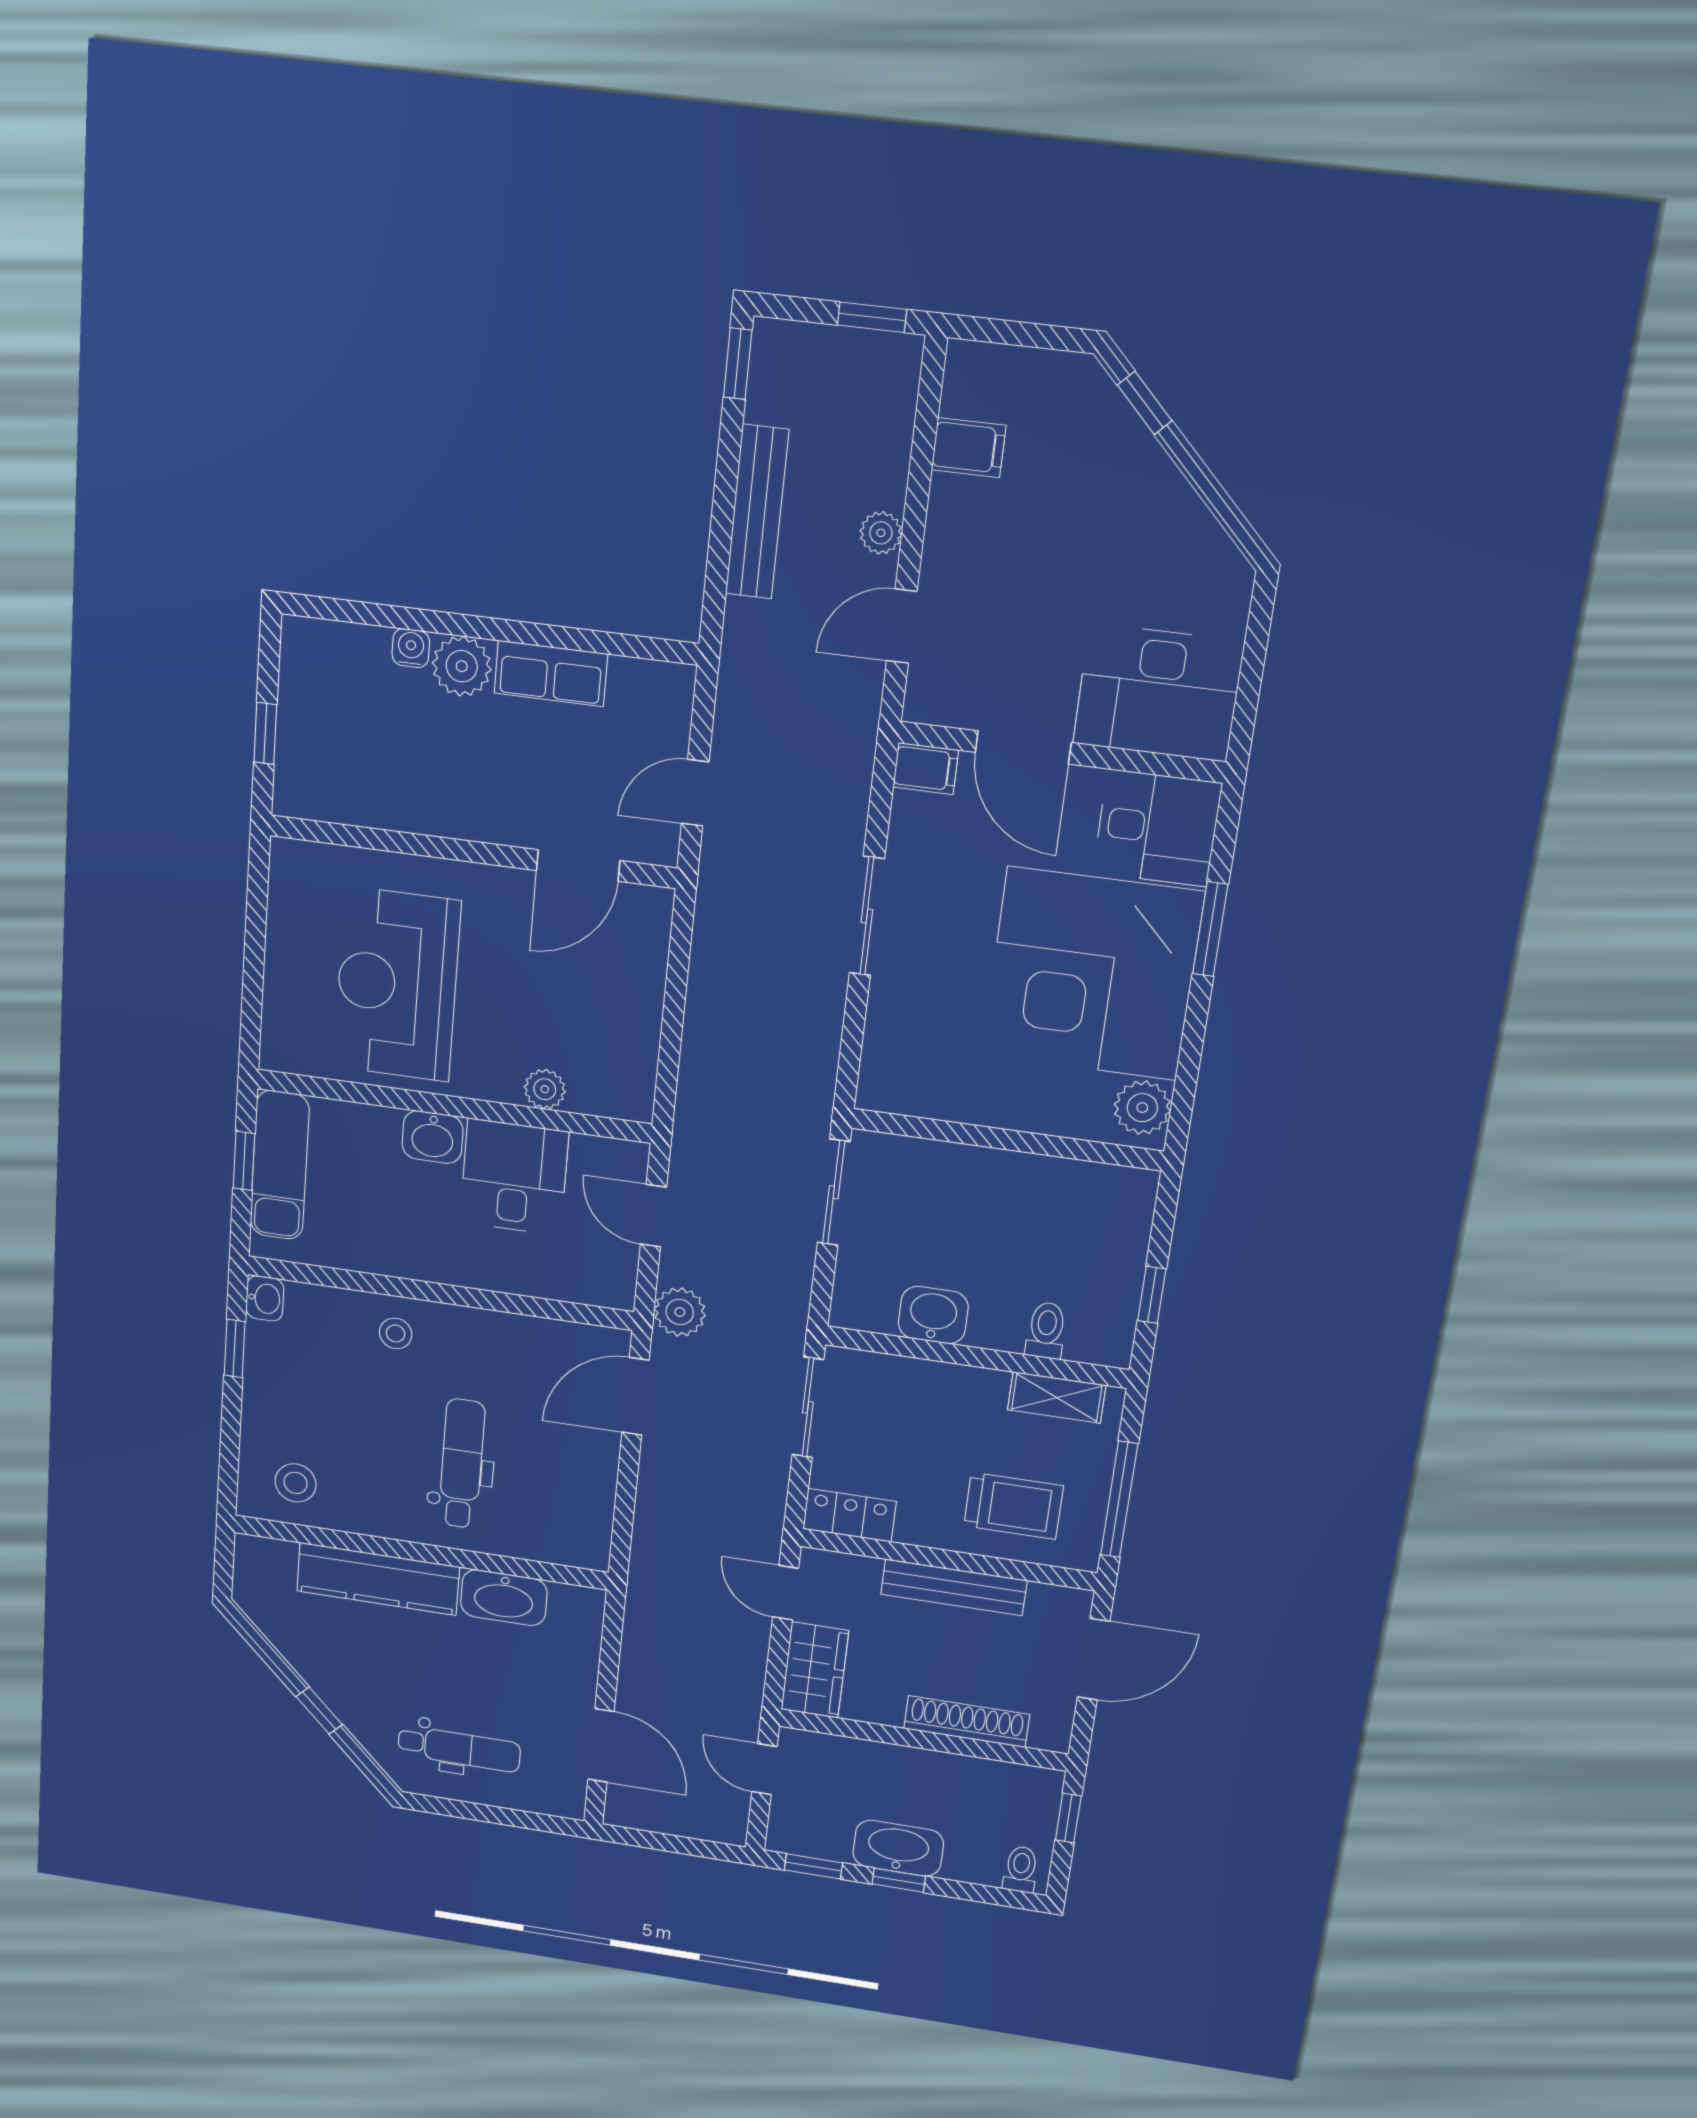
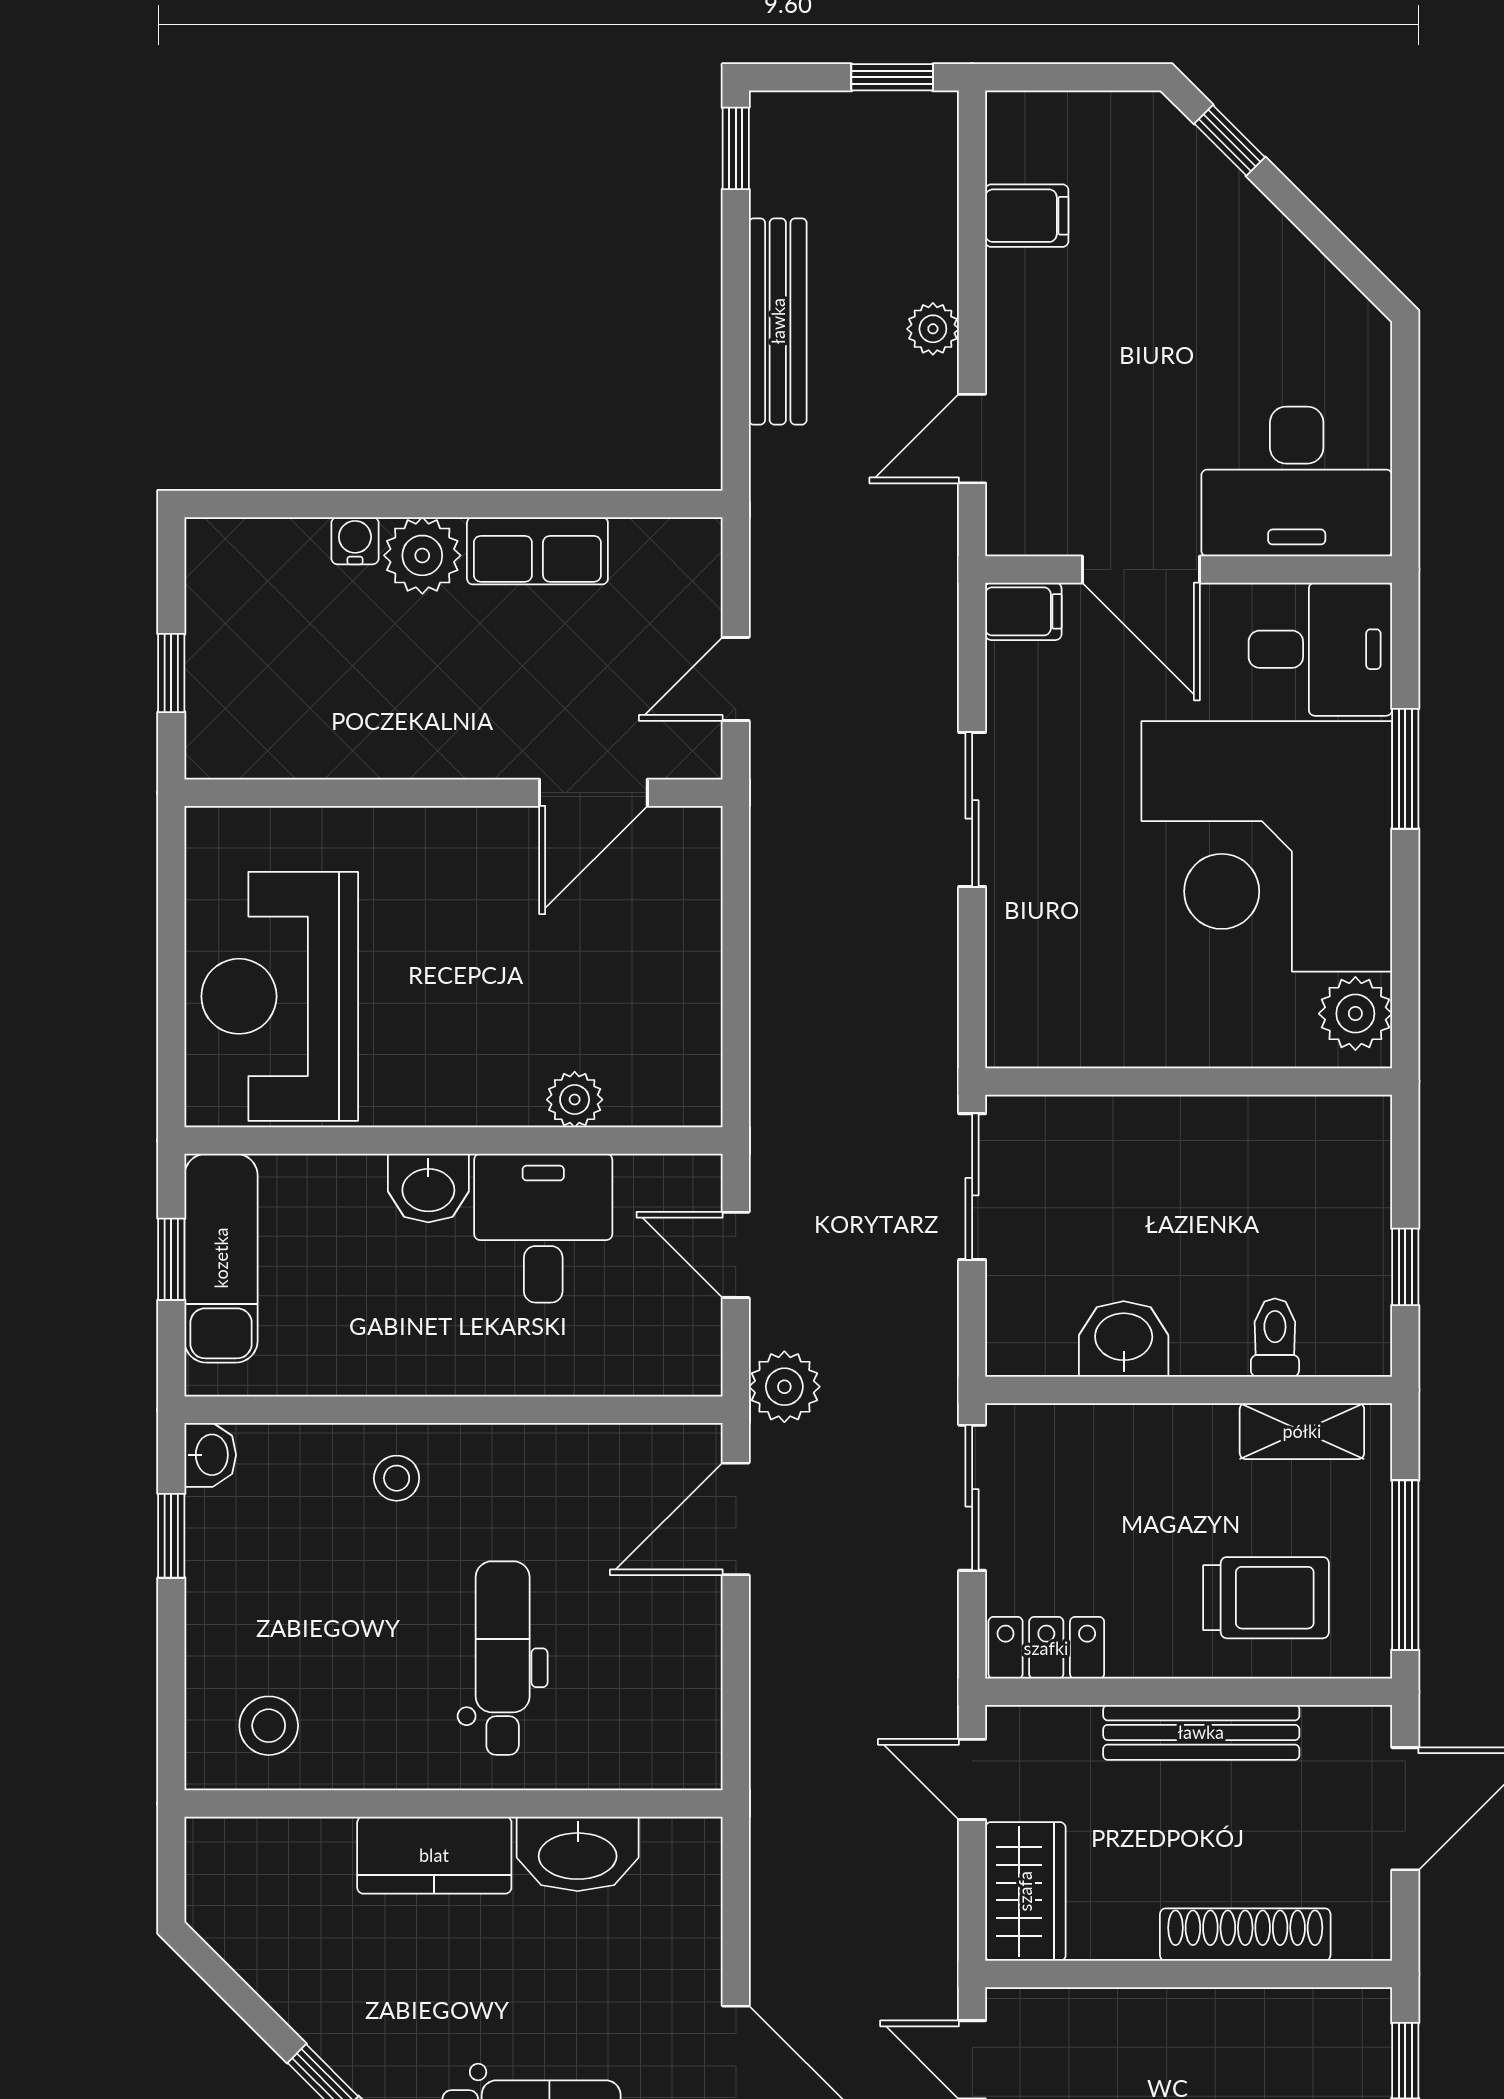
reception desk: (397, 984) -> (280, 996), moved
kitchen counter: (378, 1579) -> (434, 1855), width x0.67

